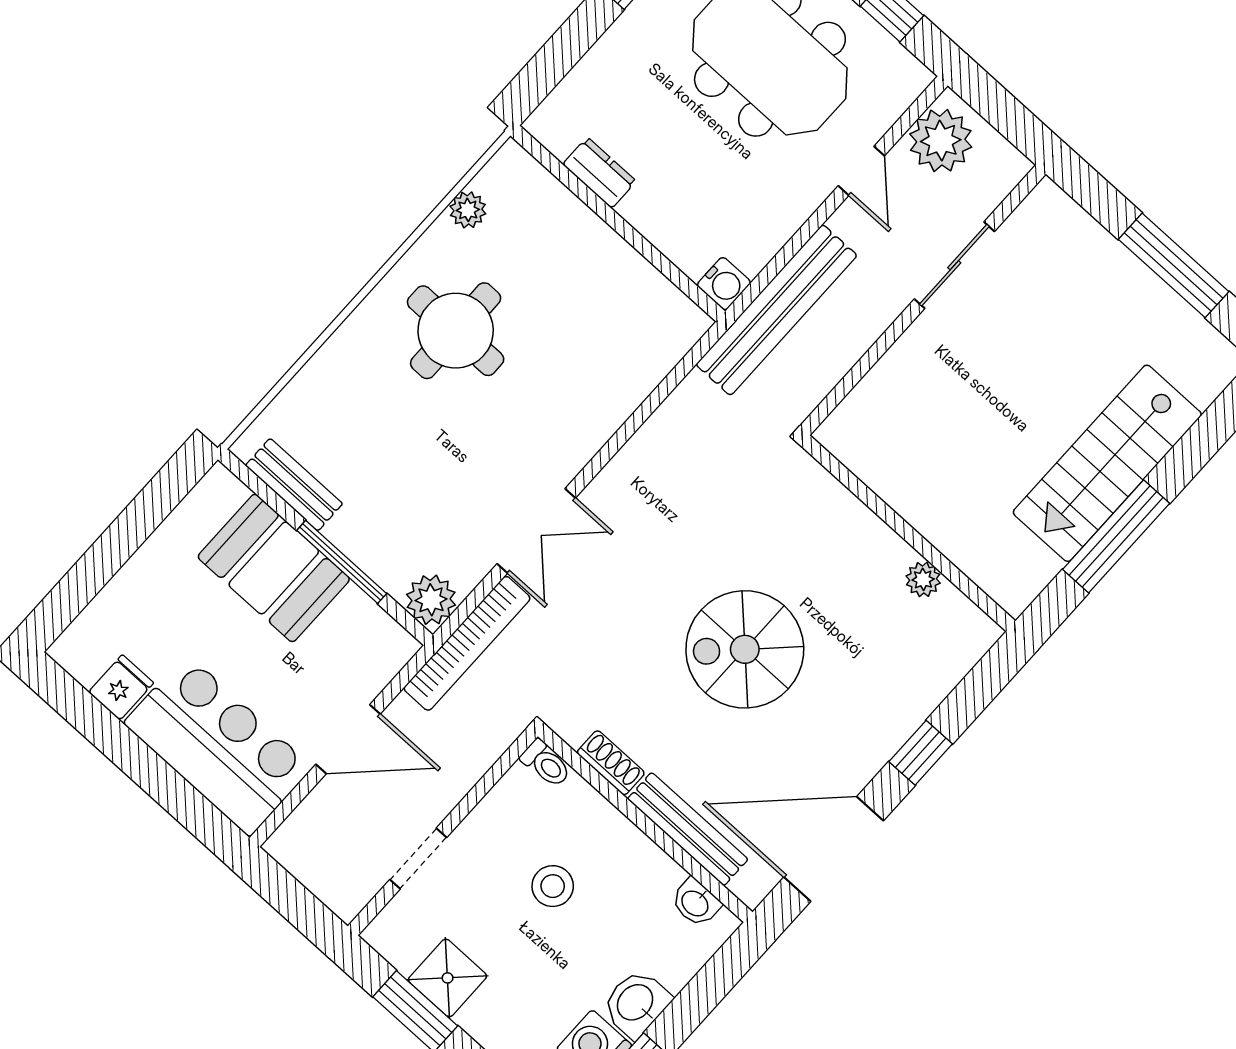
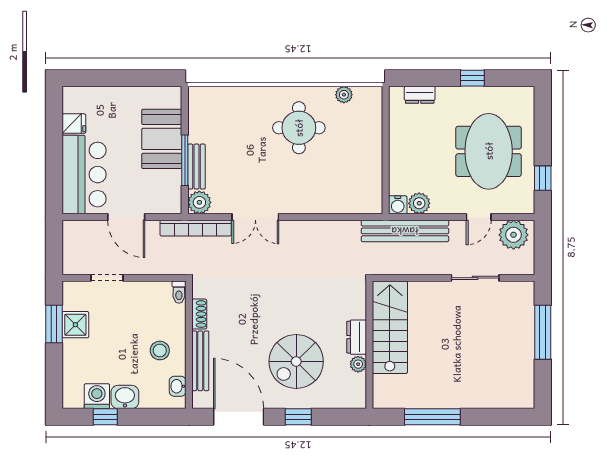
dresser: (599, 173) -> (420, 95), moved, turned 90
plant: (753, 247) -> (419, 203), added
window: (1174, 265) -> (543, 332), moved
stairs: (1107, 463) -> (390, 327), moved, turned 90
bench: (294, 485) -> (196, 167), moved
dresser: (877, 543) -> (357, 337), added
spiral stairs: (745, 649) -> (296, 361), moved, turned -90
stool: (553, 886) -> (160, 351), moved

